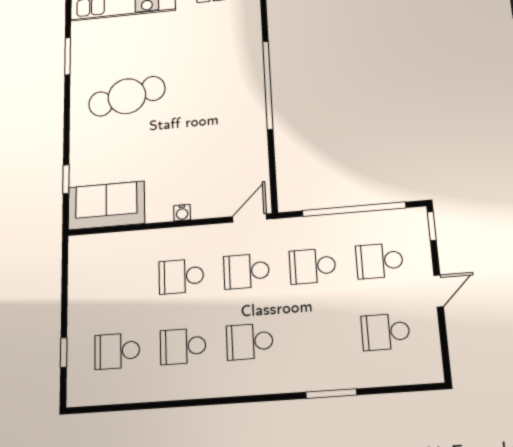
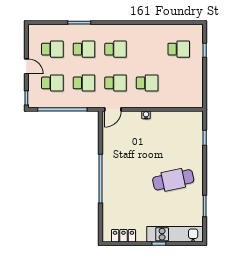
sofa: (106, 205) -> (184, 122), removed
door: (439, 291) -> (26, 66), swing flipped
school desk: (183, 346) -> (84, 49), moved

